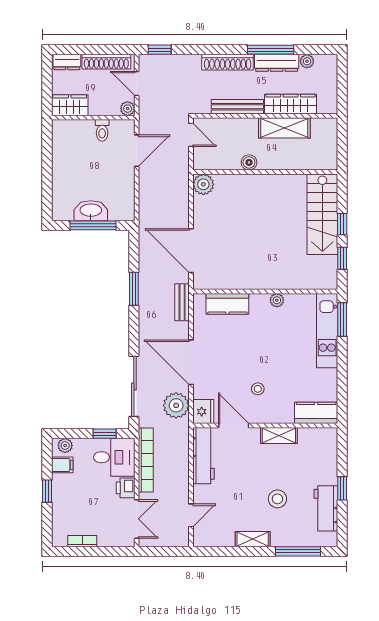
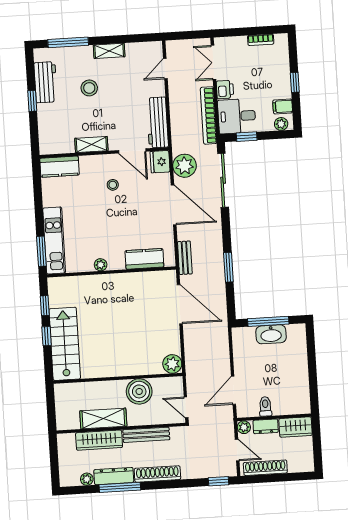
dresser: (67, 62) -> (266, 426), moved, turned 180
boiler: (249, 162) -> (139, 391), width x1.86, depth x1.86

